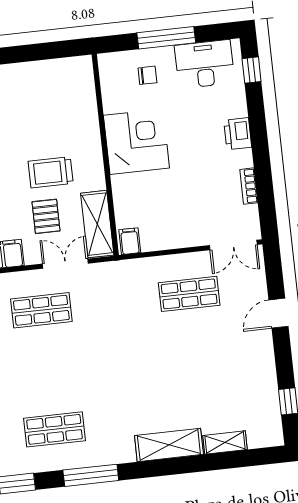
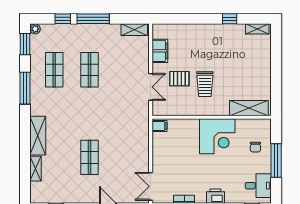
desk: (205, 64) -> (258, 186), width x0.73
trolley: (51, 172) -> (205, 84), turned 180
shelving: (97, 224) -> (249, 108), moved
shop shelf: (189, 294) -> (89, 157), moved
shop shelf: (41, 310) -> (89, 70), moved

